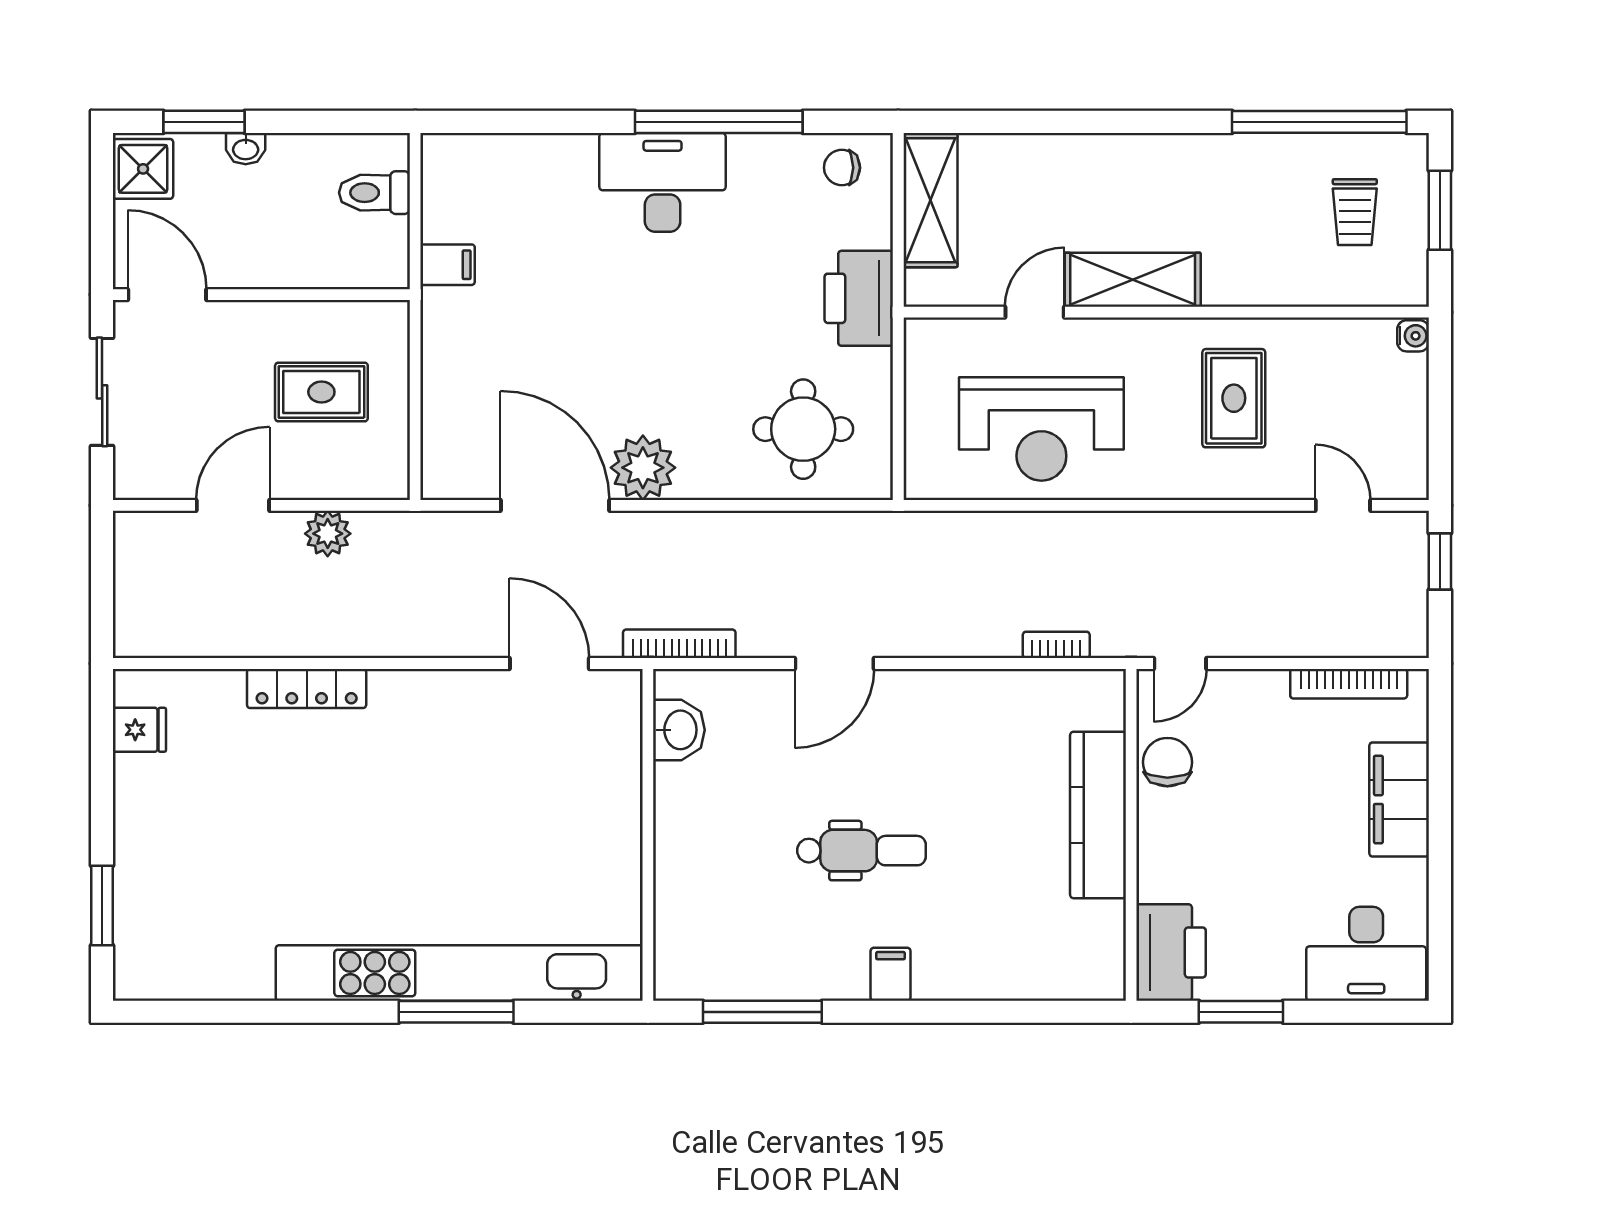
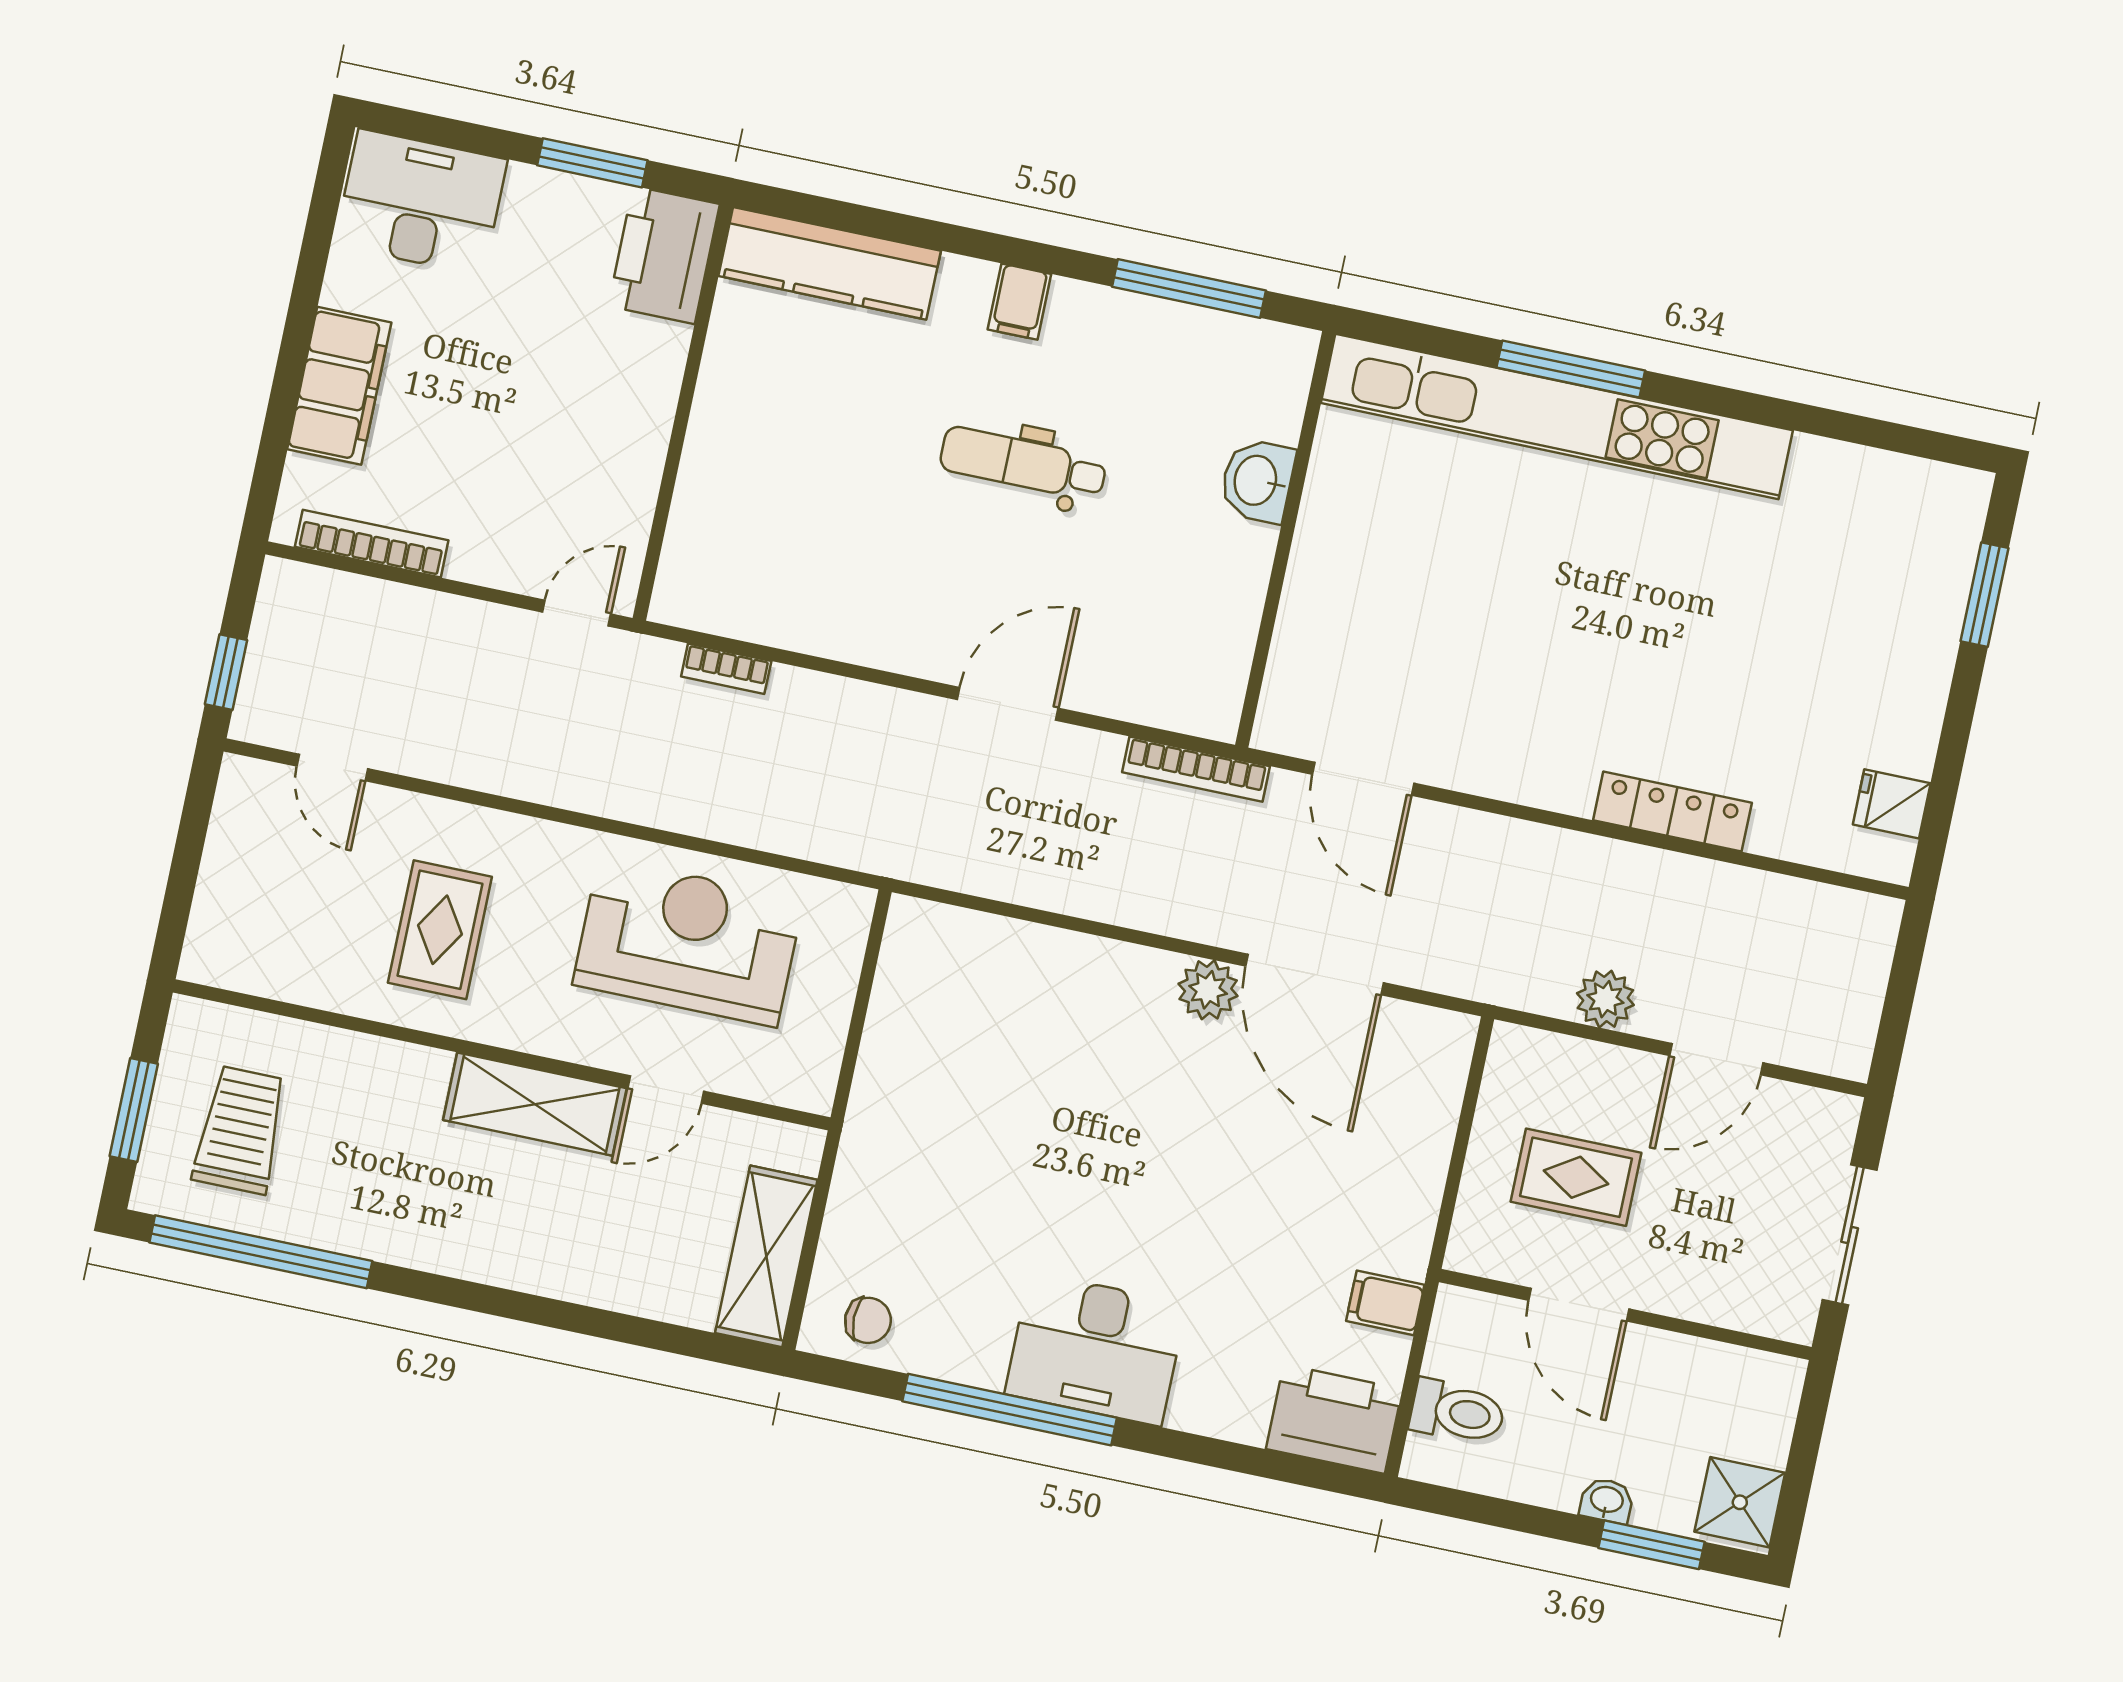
trolley: (1355, 212) -> (240, 1130), width x1.36, depth x1.39
door: (167, 295) -> (1579, 1305), moved
printer: (859, 298) -> (1334, 1419), moved, turned -90
water cooler: (1413, 336) -> (200, 960), removed
round table: (803, 429) -> (985, 1004), removed
plant: (643, 468) -> (1208, 990), width x0.73, depth x0.73
washbasin: (679, 730) -> (1257, 481), moved
chair: (1167, 762) -> (618, 493), removed
kitchen counter: (1098, 815) -> (830, 263), moved, turned 90

